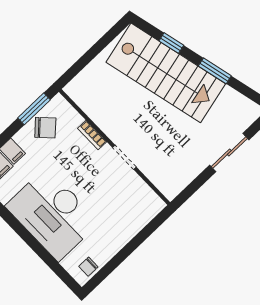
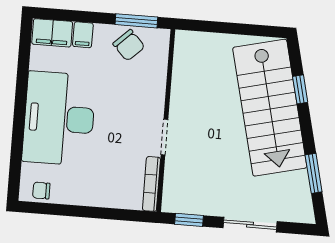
window: (215, 71) -> (314, 173), moved
bookcase: (92, 135) -> (151, 184), moved, width x1.56
window: (191, 189) -> (189, 220), added

